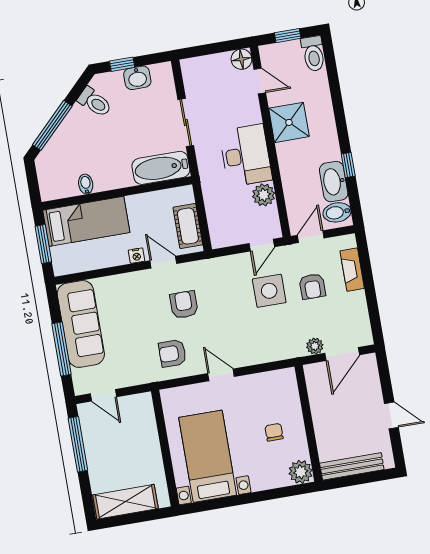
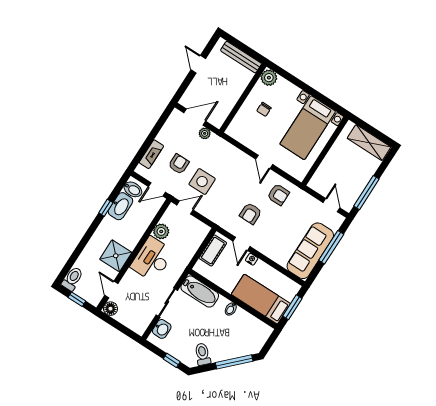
washbasin: (137, 78) -> (162, 329), moved, turned 90
bidet: (86, 184) -> (231, 309), moved

